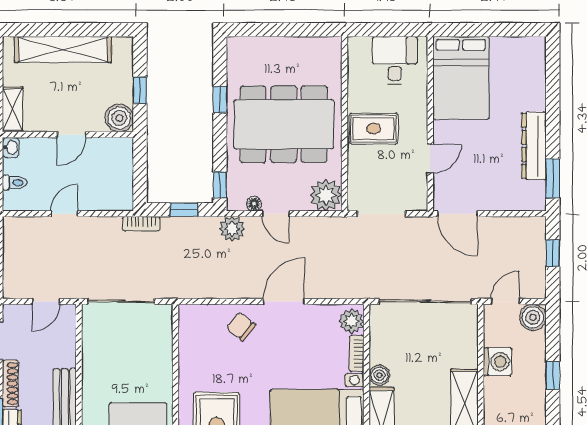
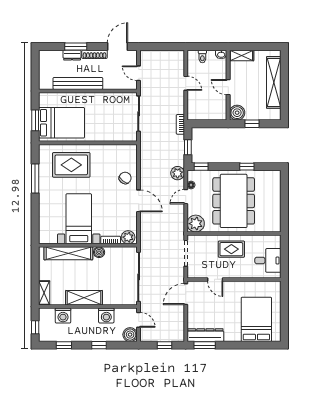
bed: (461, 78) -> (256, 319), moved, turned 90
rug: (374, 129) -> (231, 249), turned 90
dresser: (534, 146) -> (205, 335), moved

